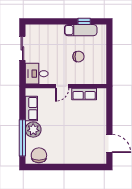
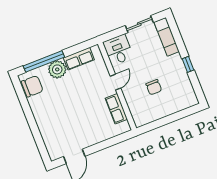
window: (84, 21) -> (188, 64), moved
exam couch: (81, 30) -> (167, 37), moved
door: (62, 86) -> (116, 82), swing flipped

